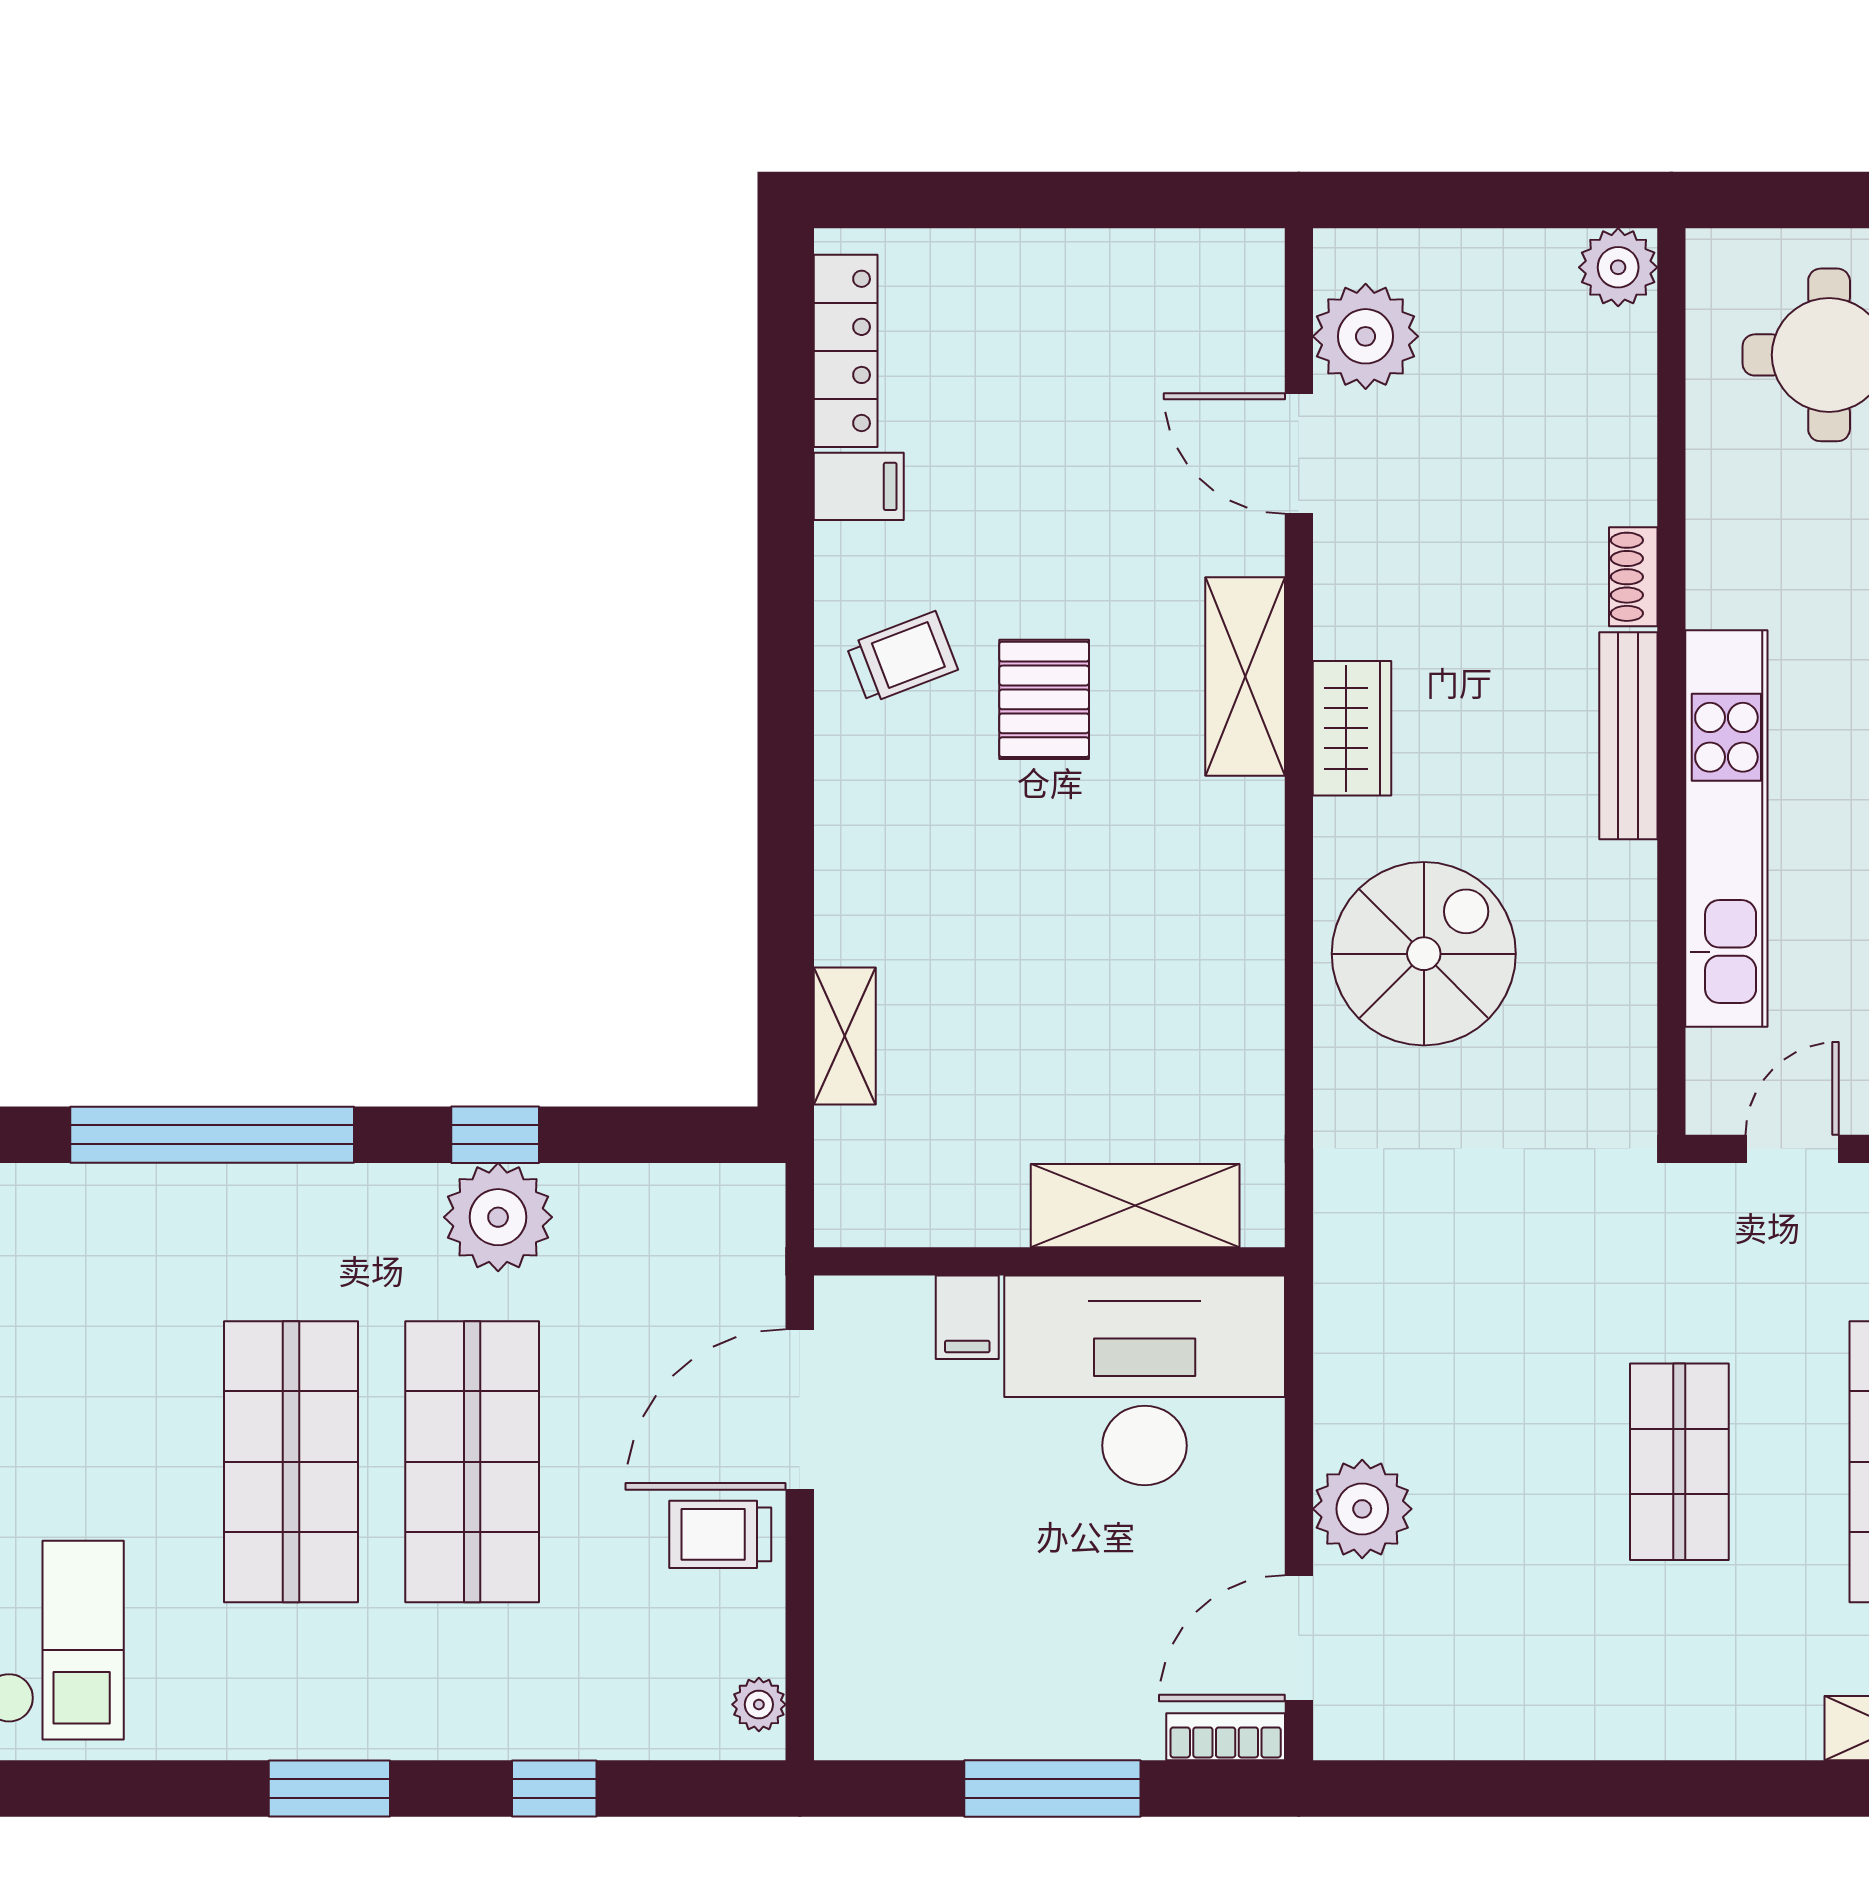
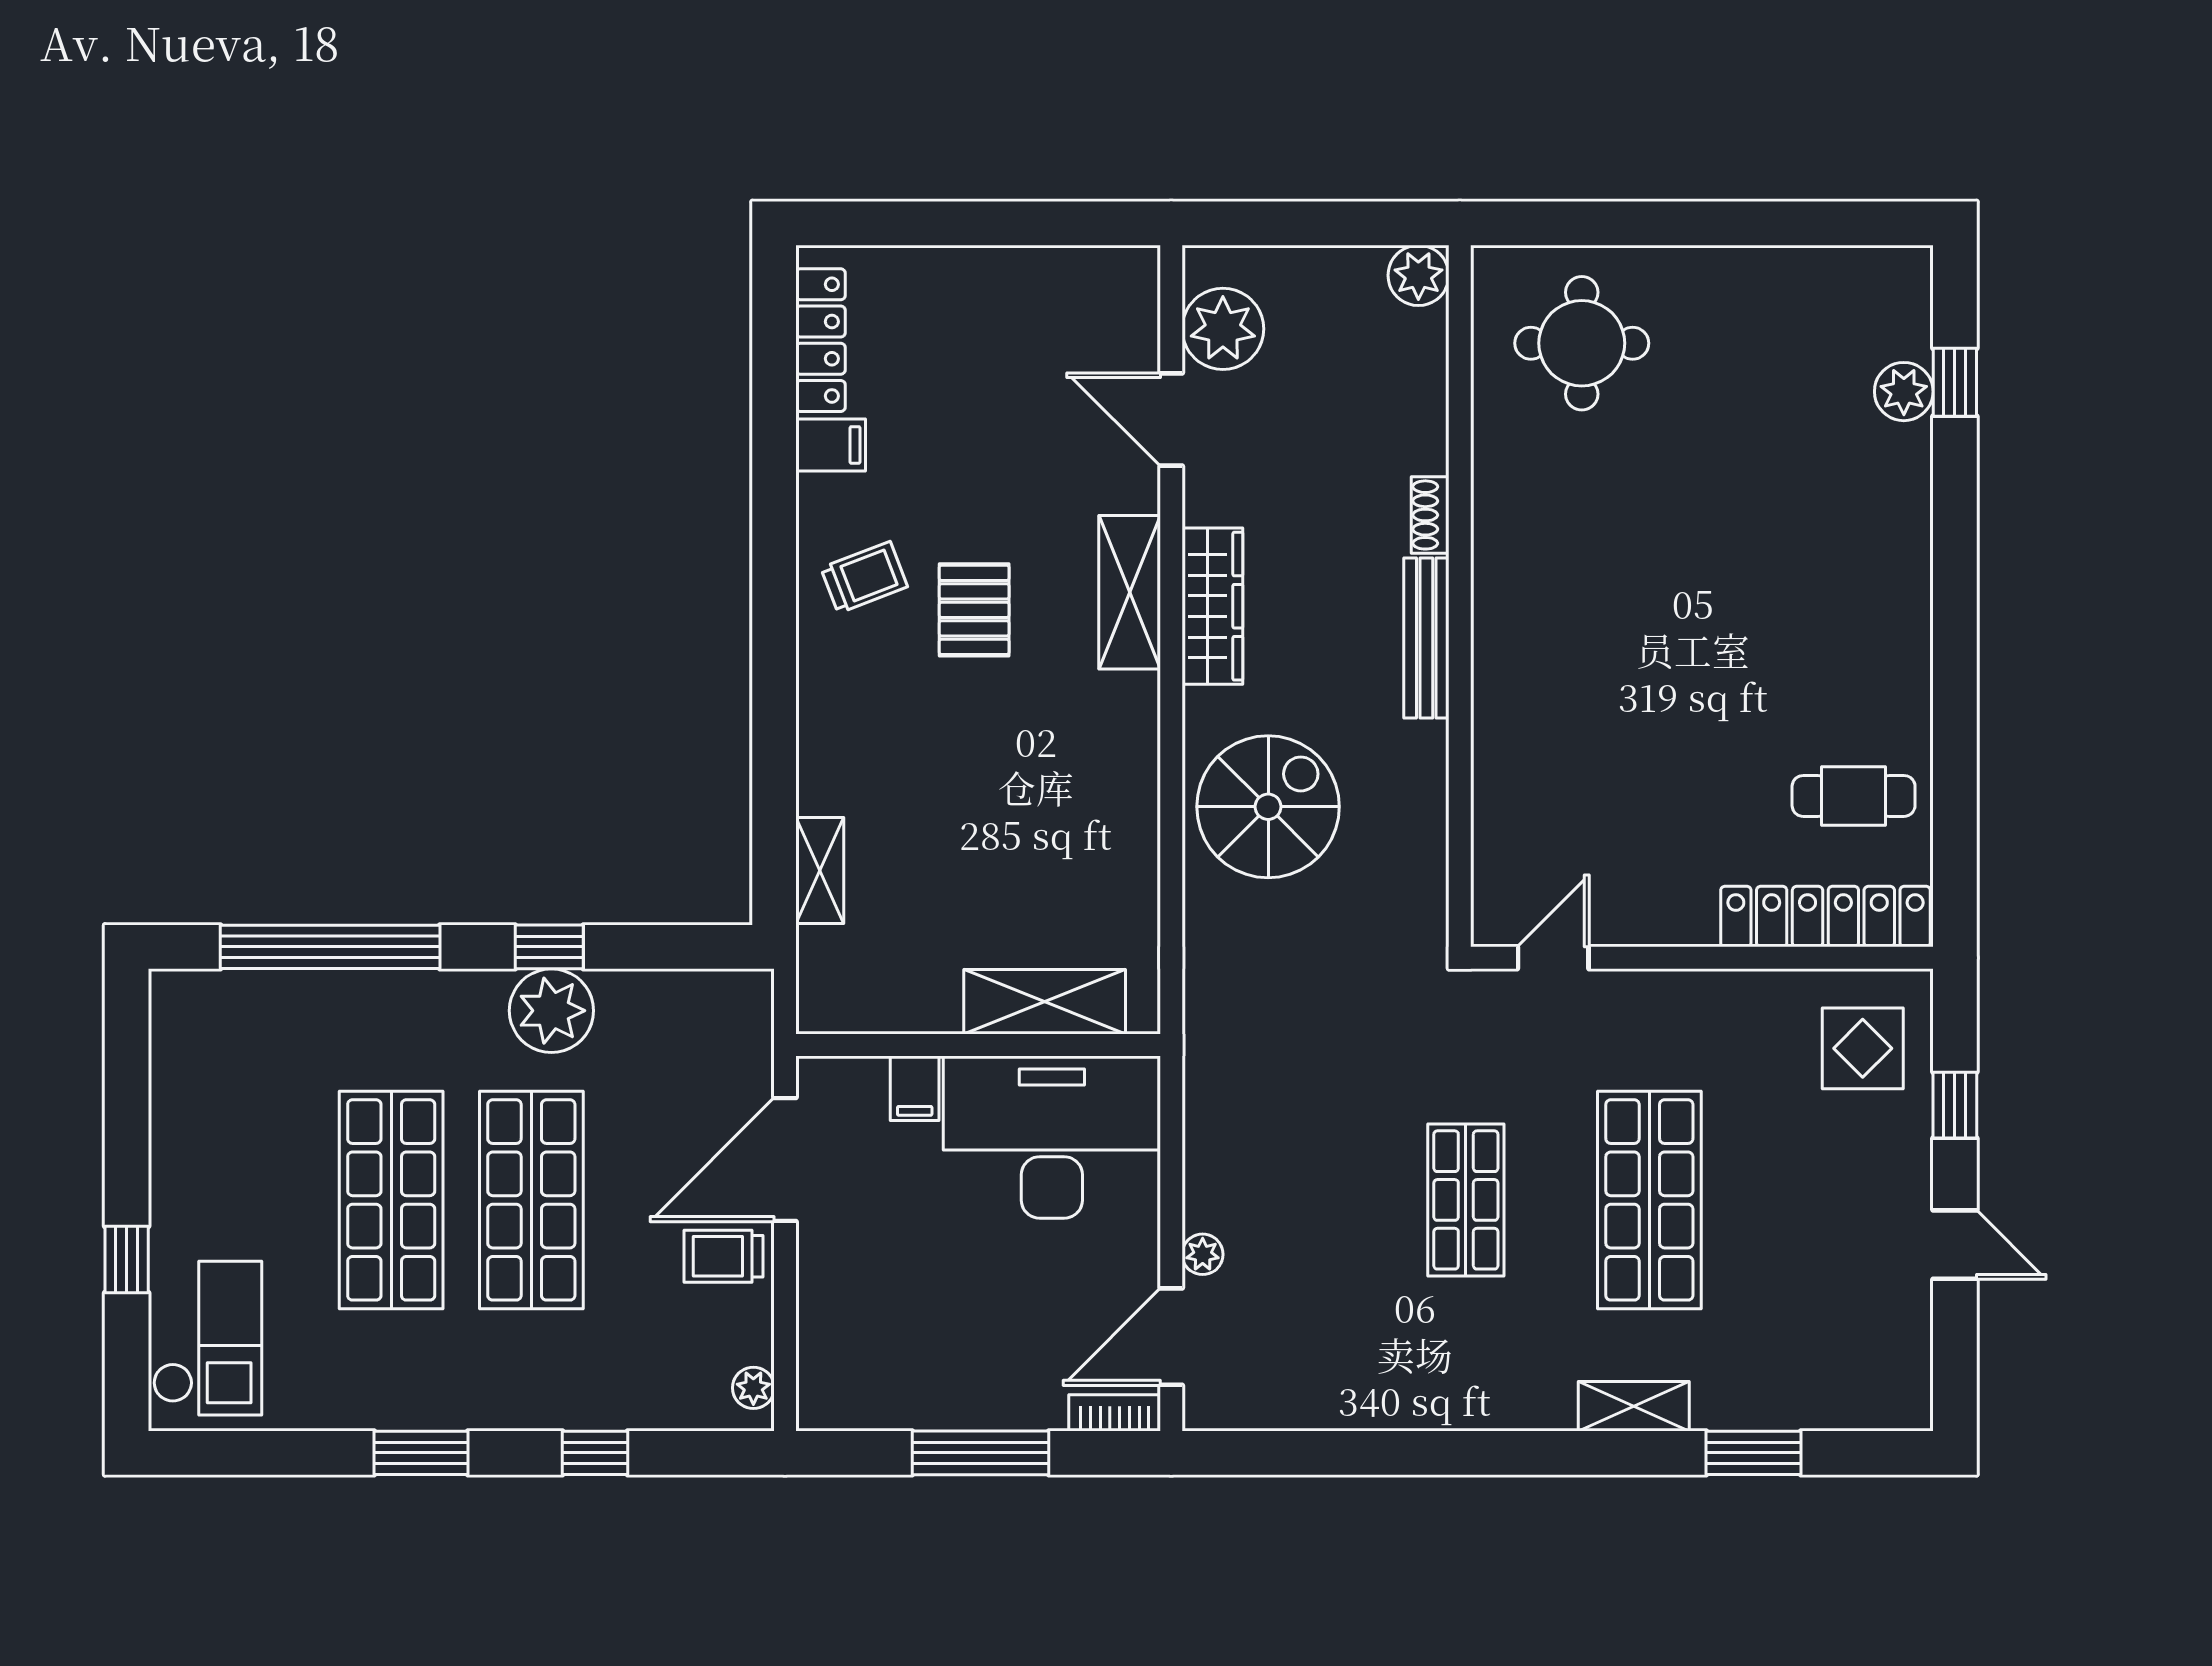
wardrobe: (1352, 728) -> (1212, 606), width x1.50
kitchen unit: (1726, 829) -> (1502, 710), removed
plant: (1362, 1509) -> (1203, 1254), width x0.53, depth x0.53

